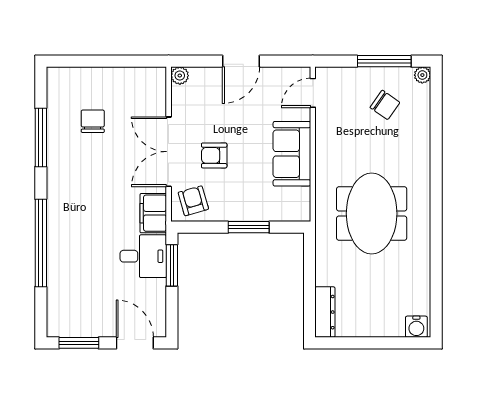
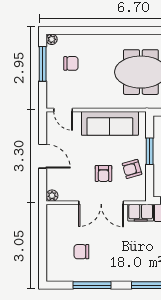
chair: (385, 105) -> (71, 63), turned 55
sofa: (292, 154) -> (110, 123), width x1.36
armchair: (193, 201) -> (132, 169), moved

